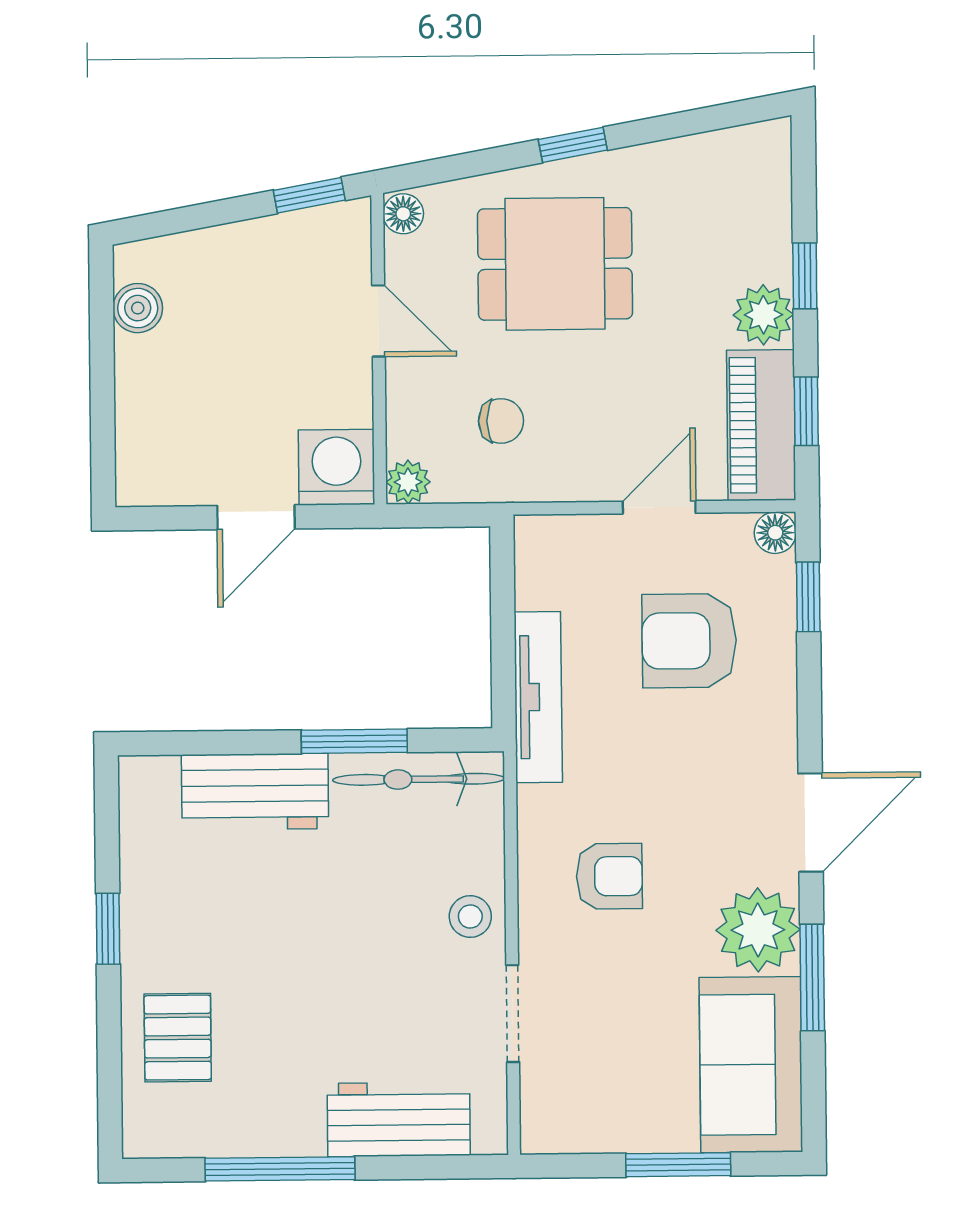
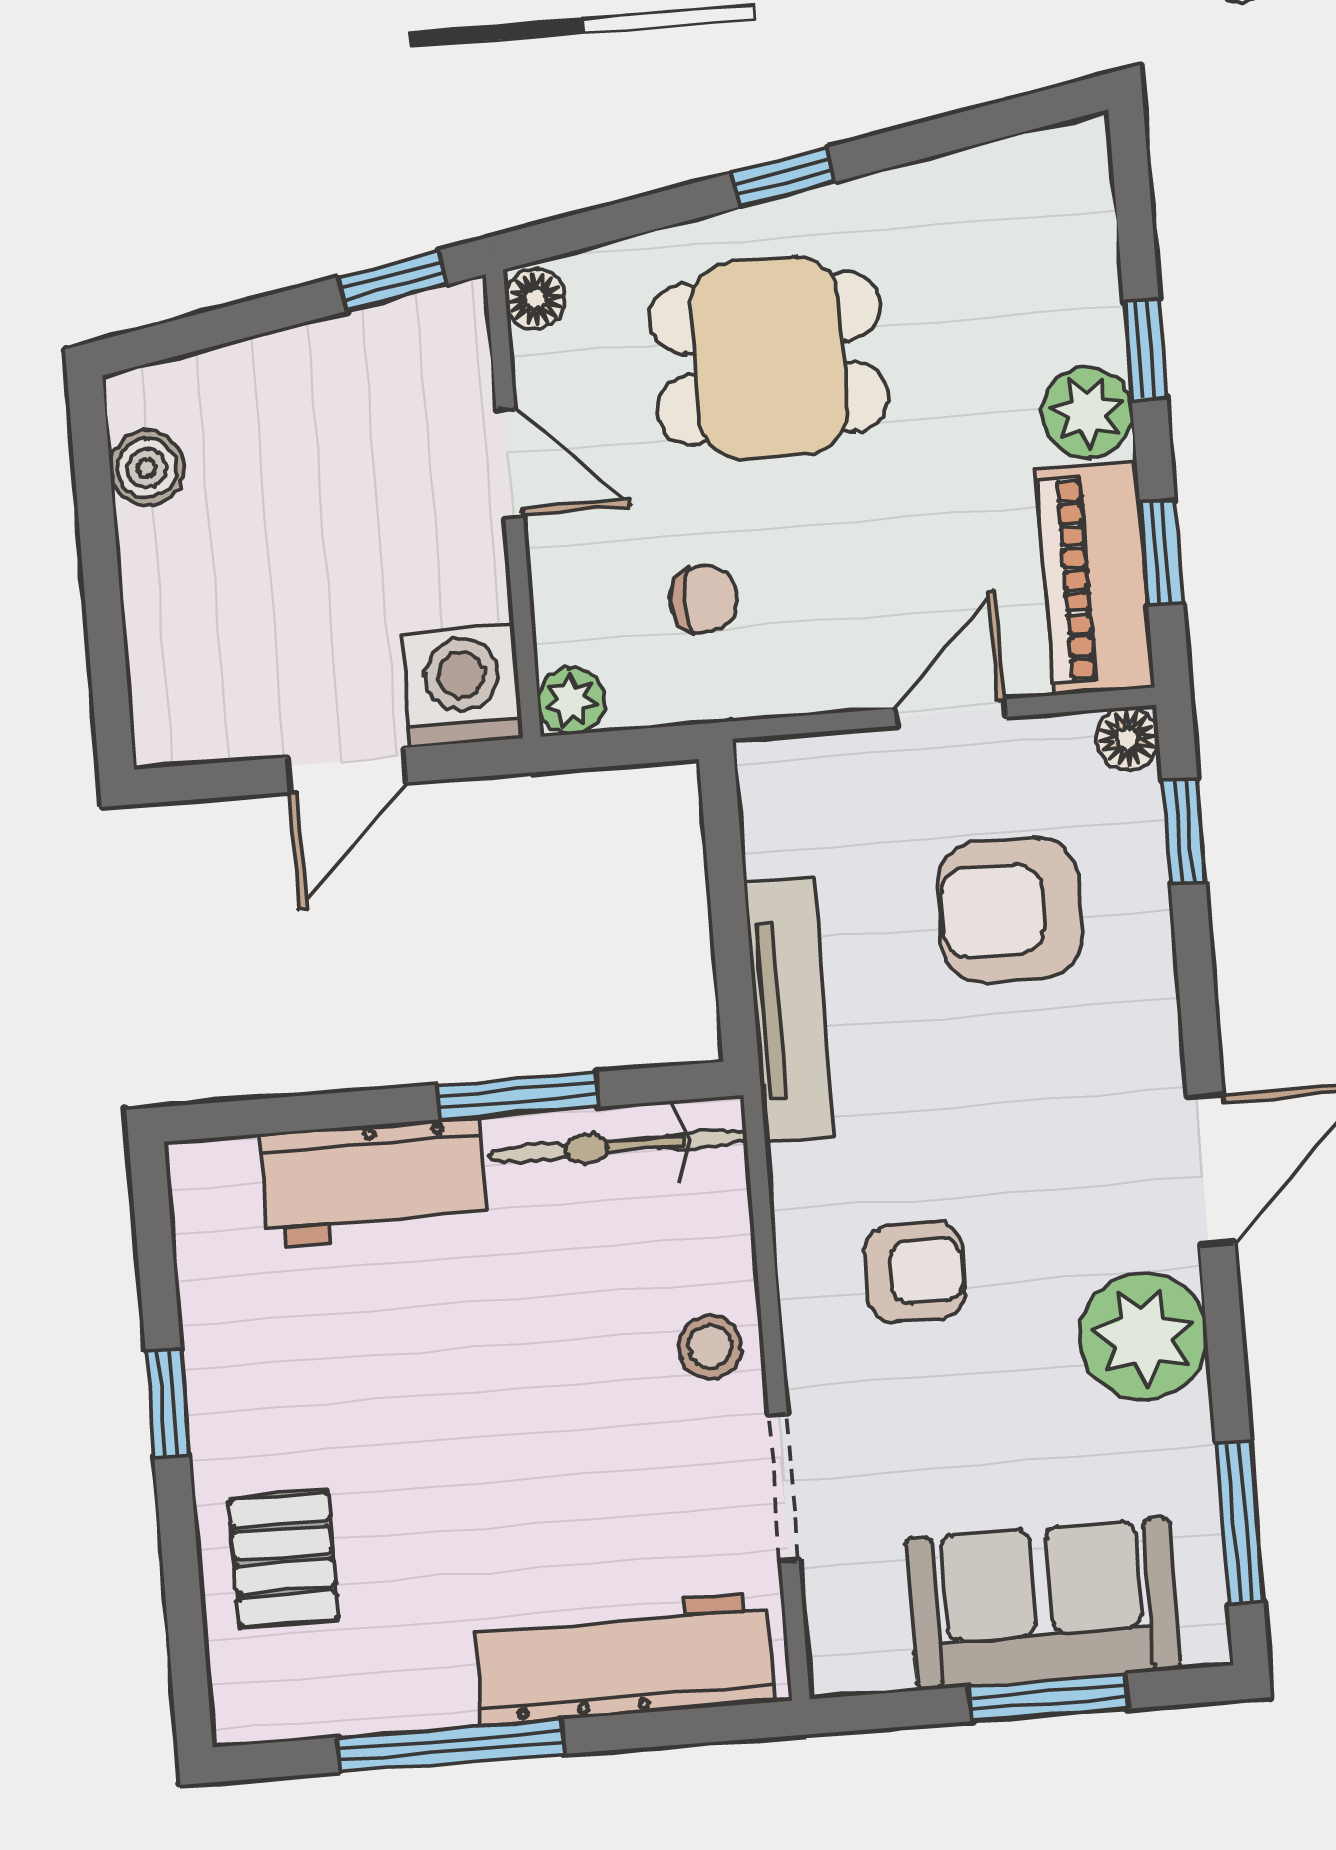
window: (812, 978) -> (1240, 1523), moved
sofa: (751, 1065) -> (1043, 1604), moved, turned 90
workbench: (399, 1119) -> (624, 1659), width x1.38

